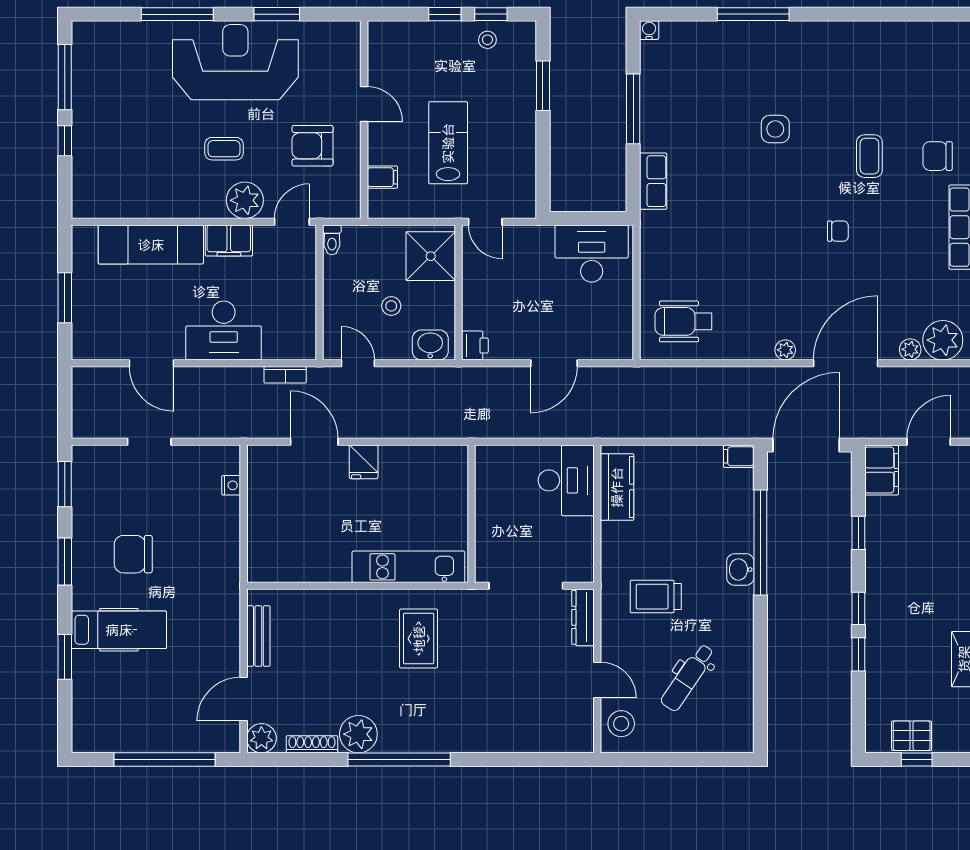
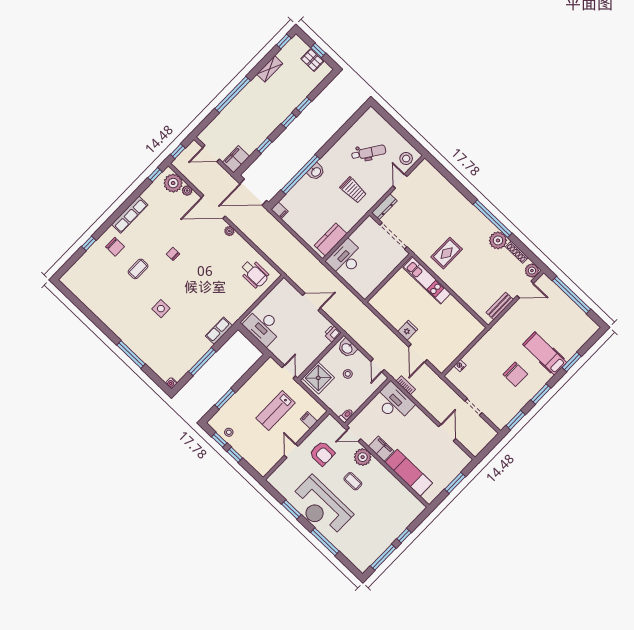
desk: (224, 331) -> (394, 402), moved

